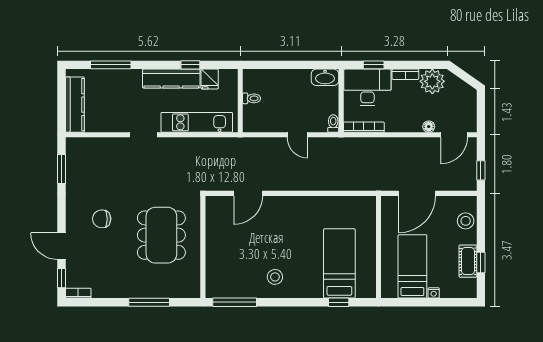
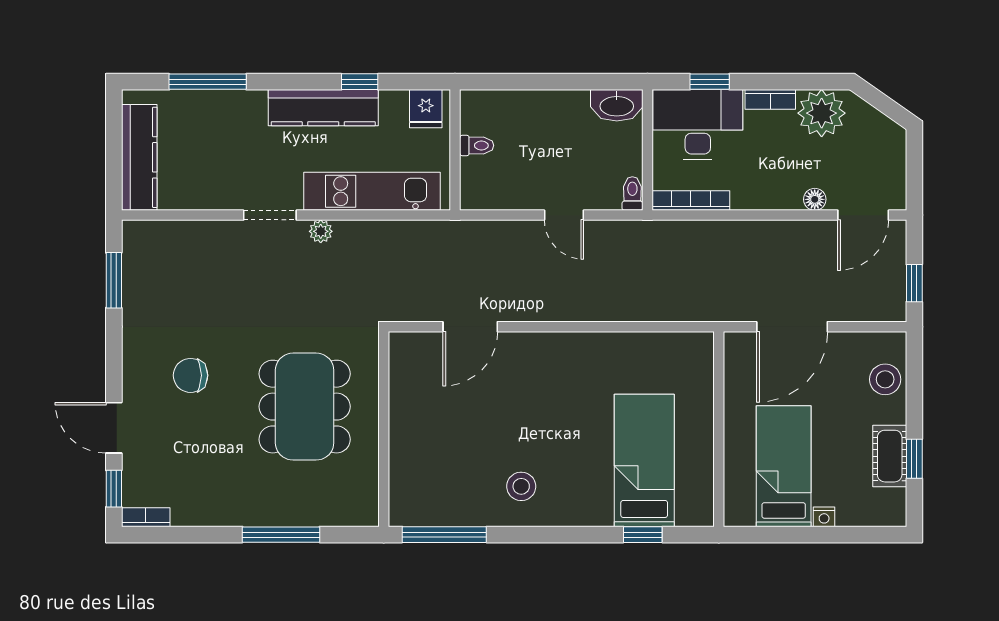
fridge: (210, 79) -> (426, 109), moved
plant: (170, 143) -> (321, 231), added

